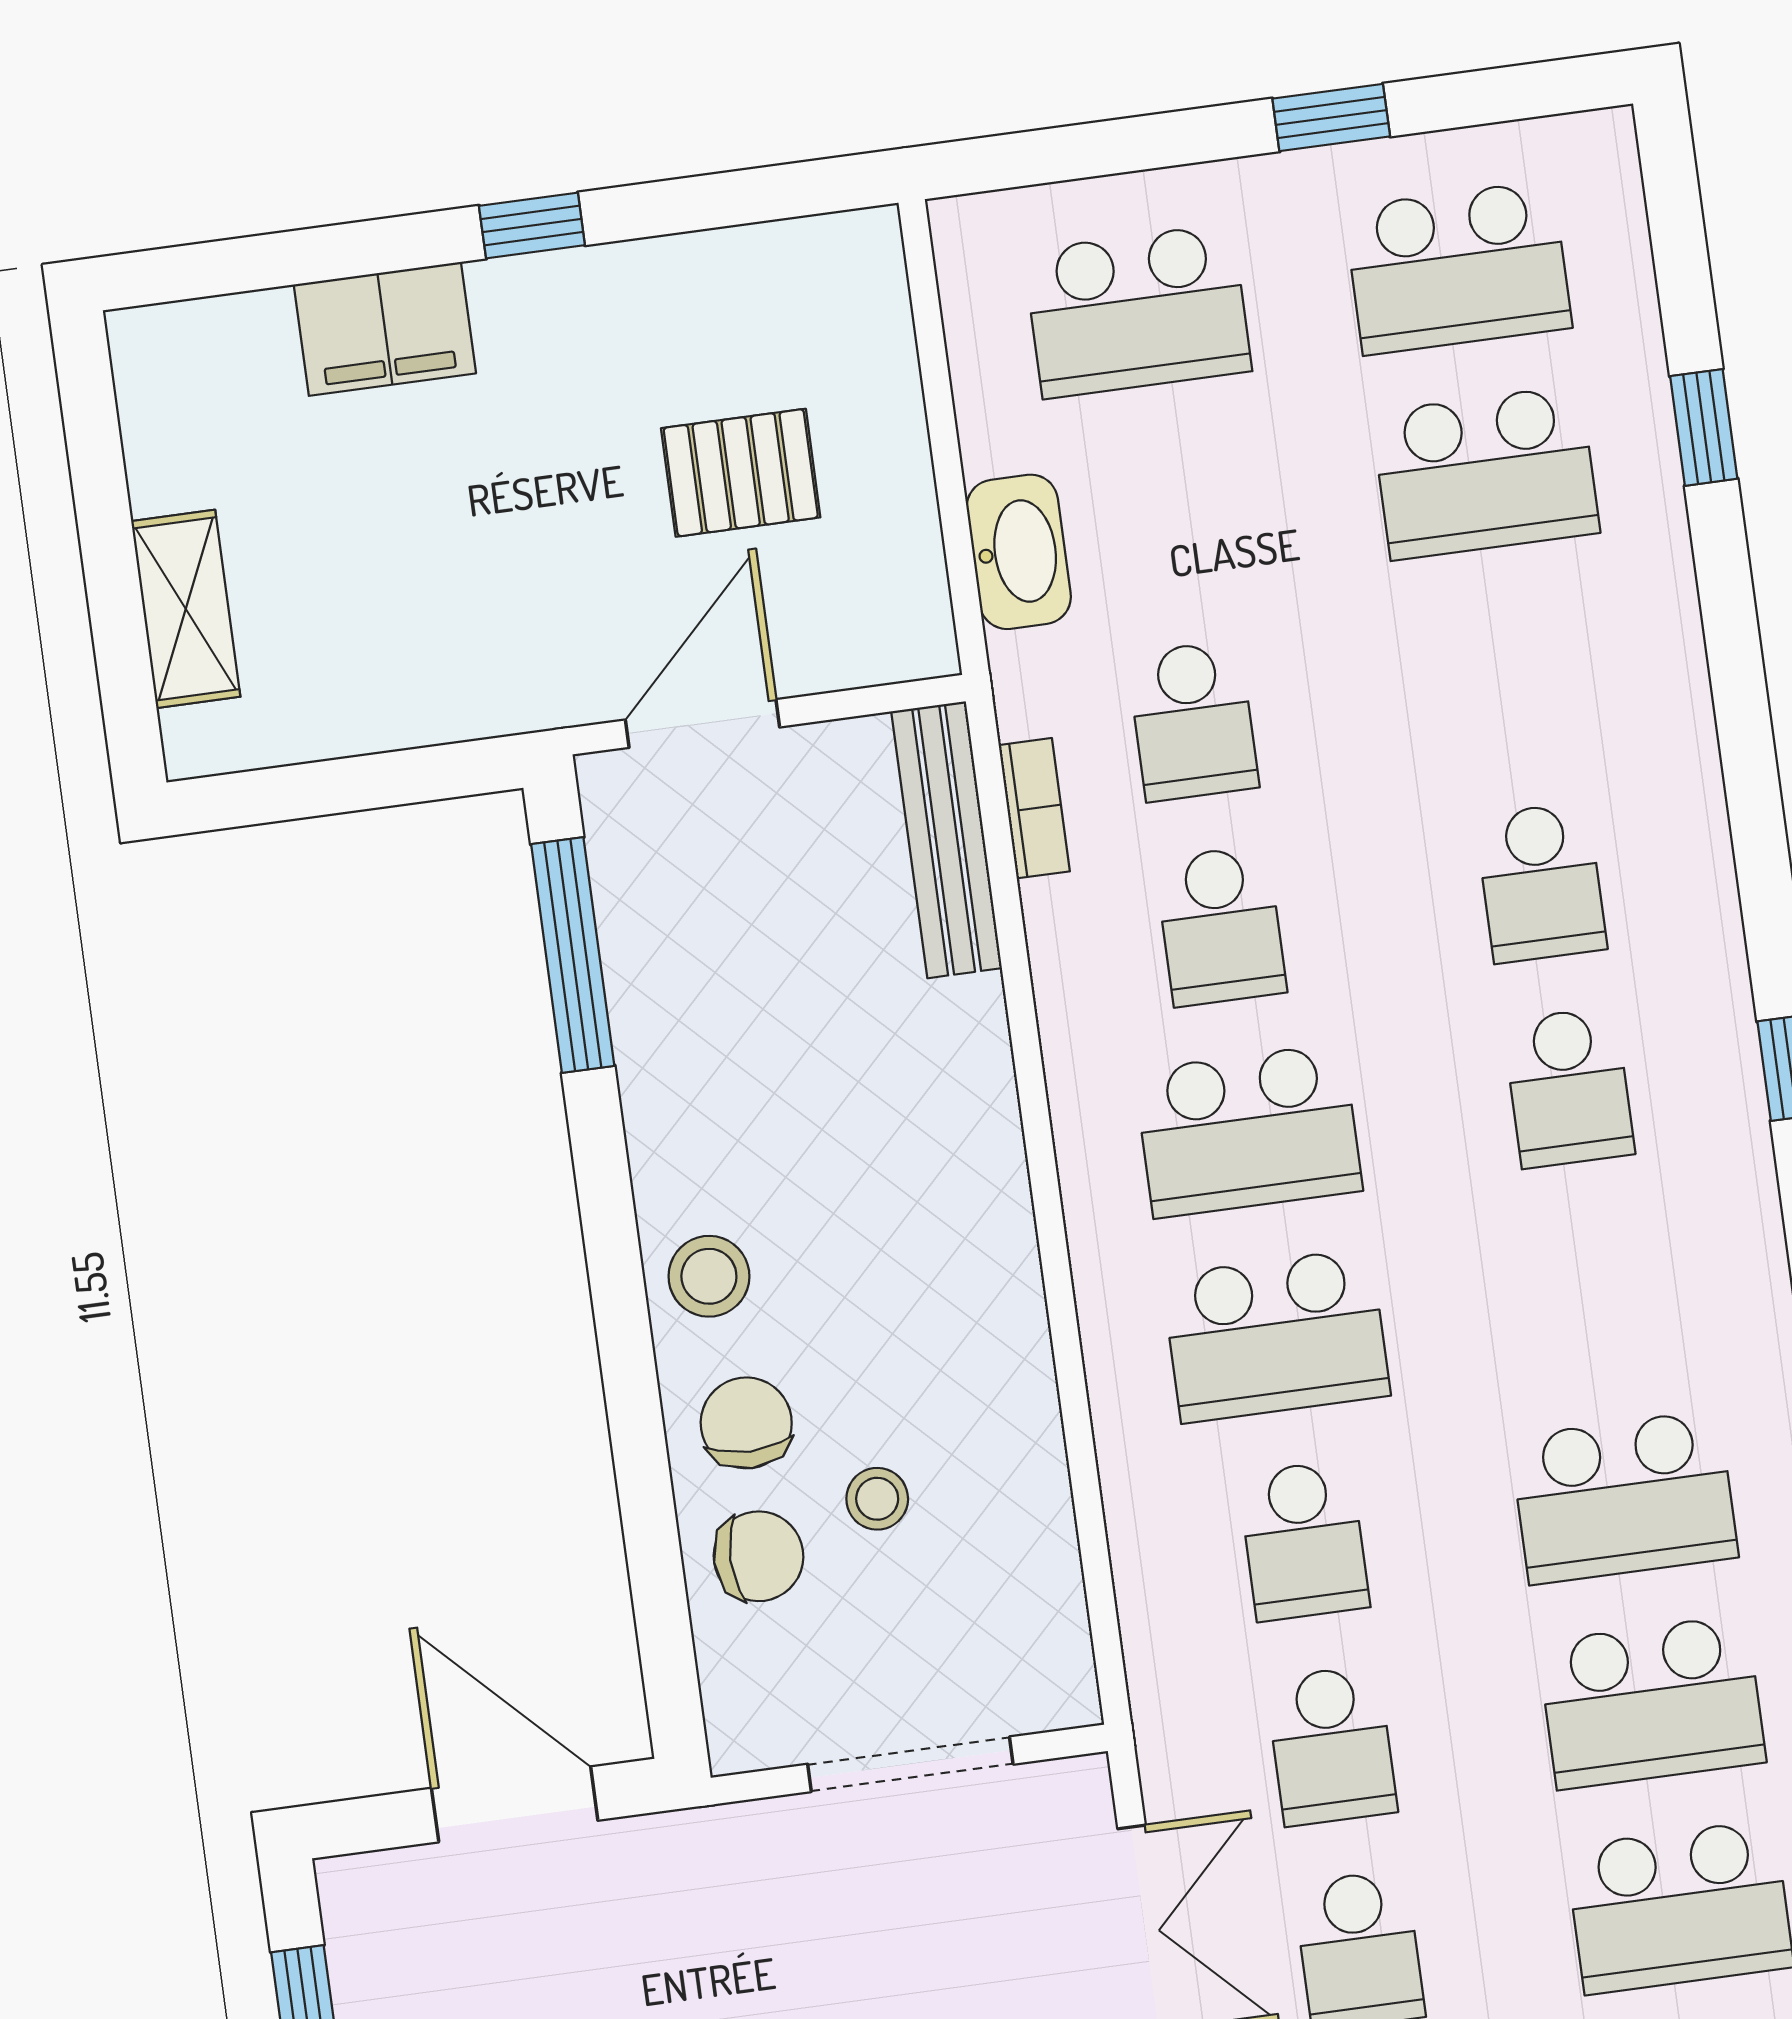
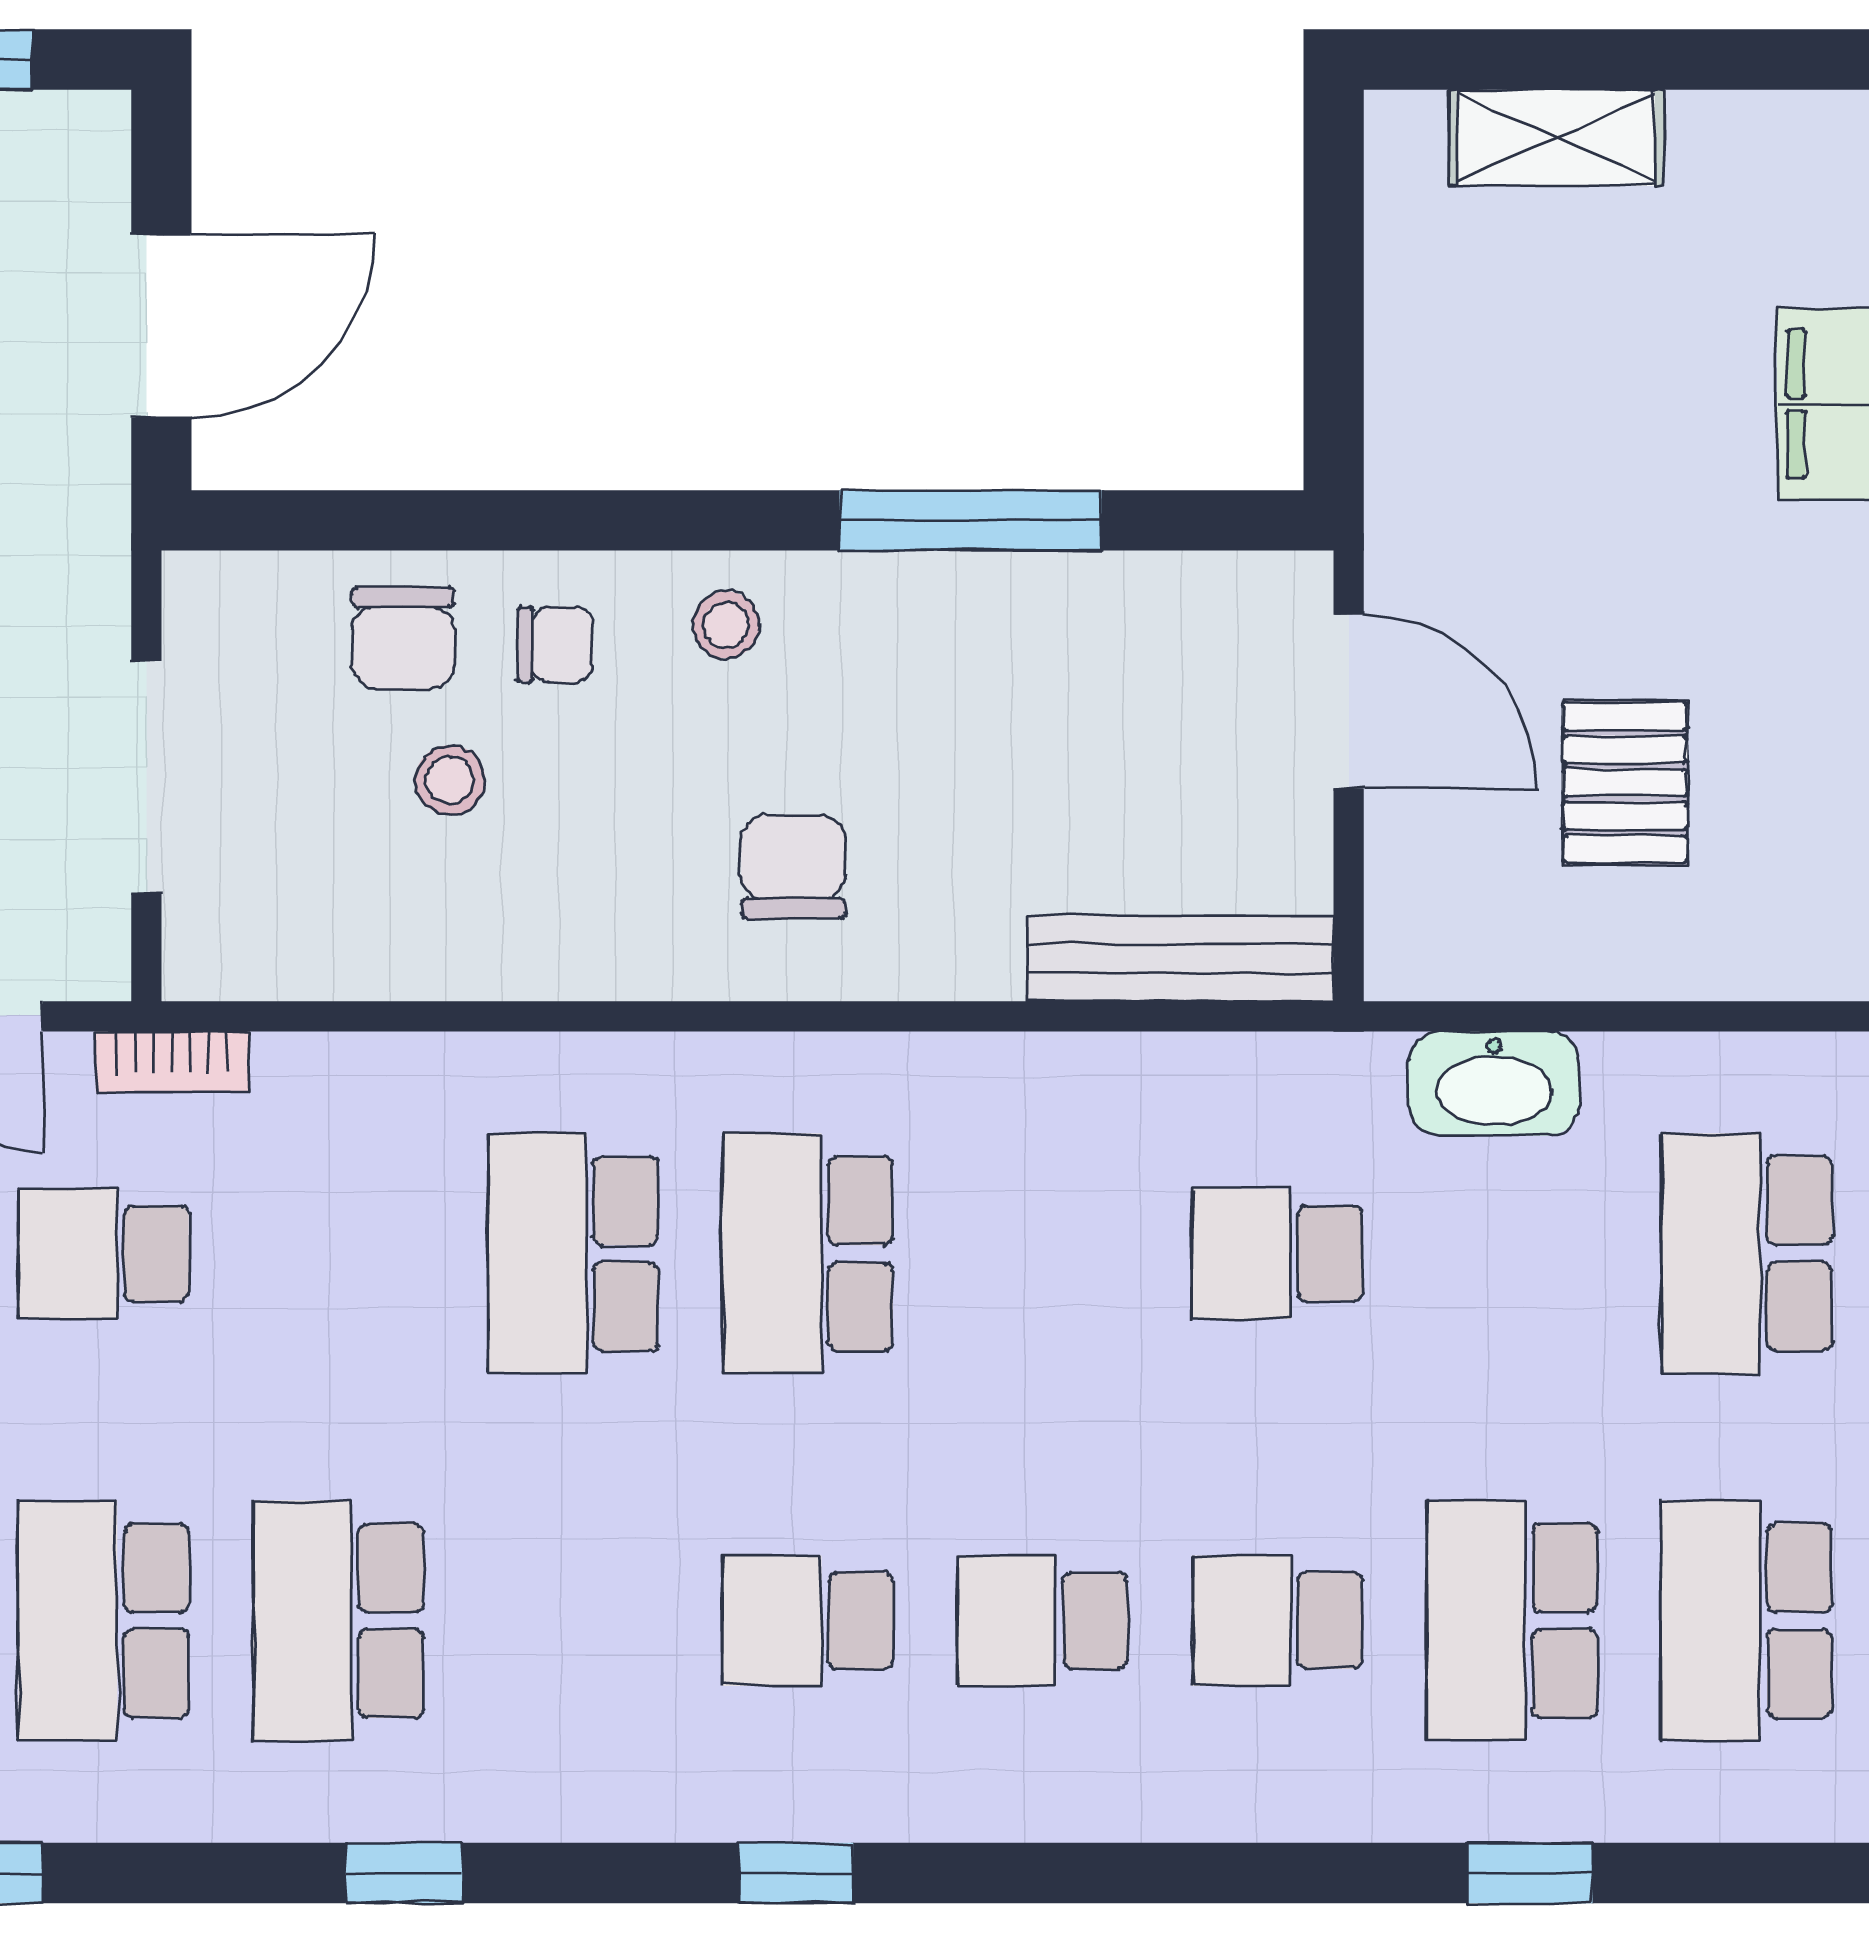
bookcase: (1034, 808) -> (172, 1062), moved
school desk: (1221, 926) -> (1277, 1621), moved
window: (573, 955) -> (971, 520), moved
chair: (912, 1189) -> (793, 867), added
stool: (709, 1276) -> (726, 625), width x0.73, depth x0.73
chair: (746, 1423) -> (555, 644), width x0.73, depth x0.73
school desk: (1304, 1541) -> (338, 1254), removed

